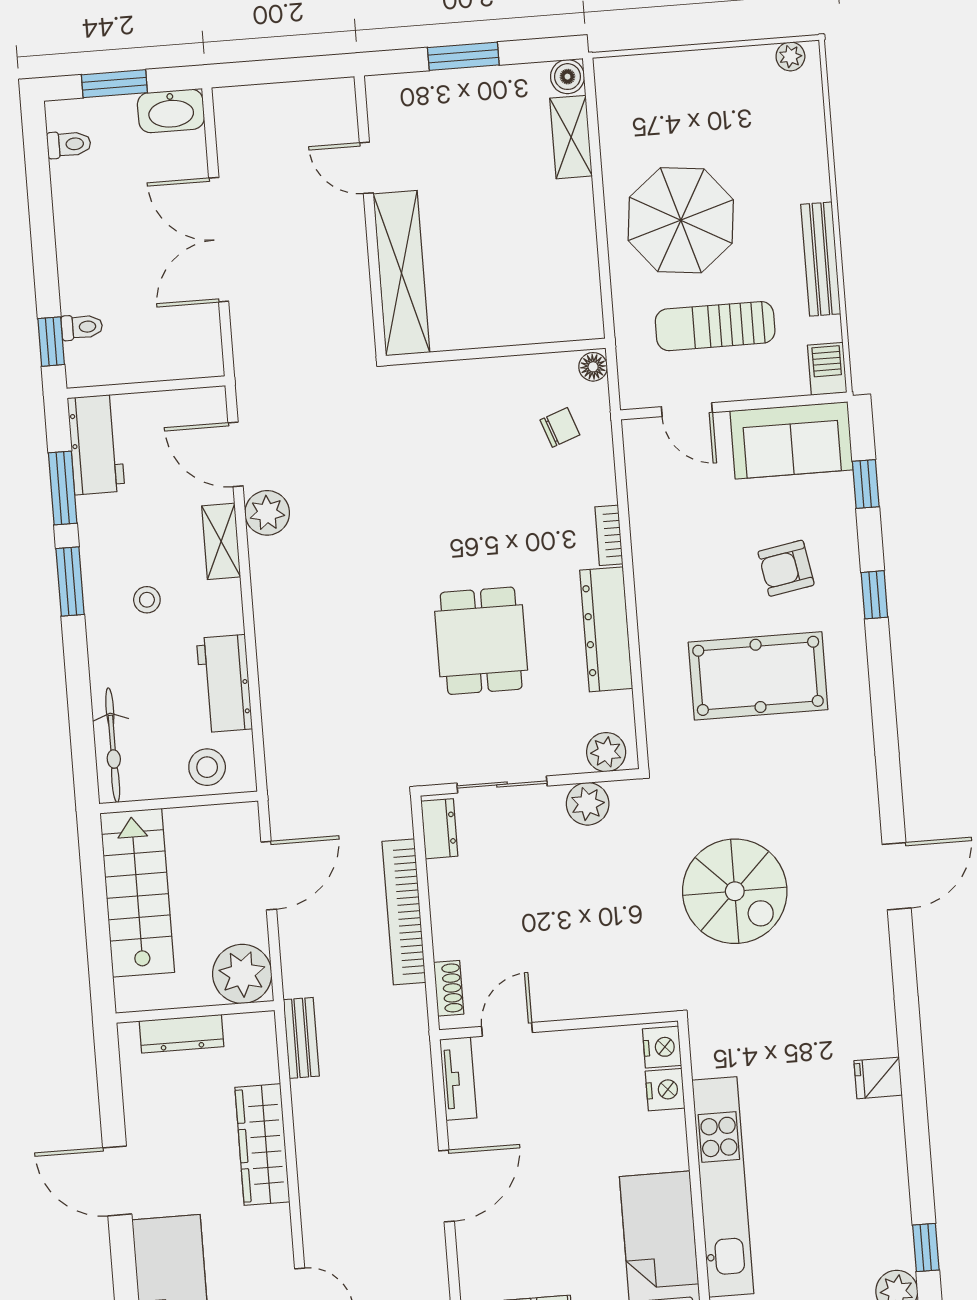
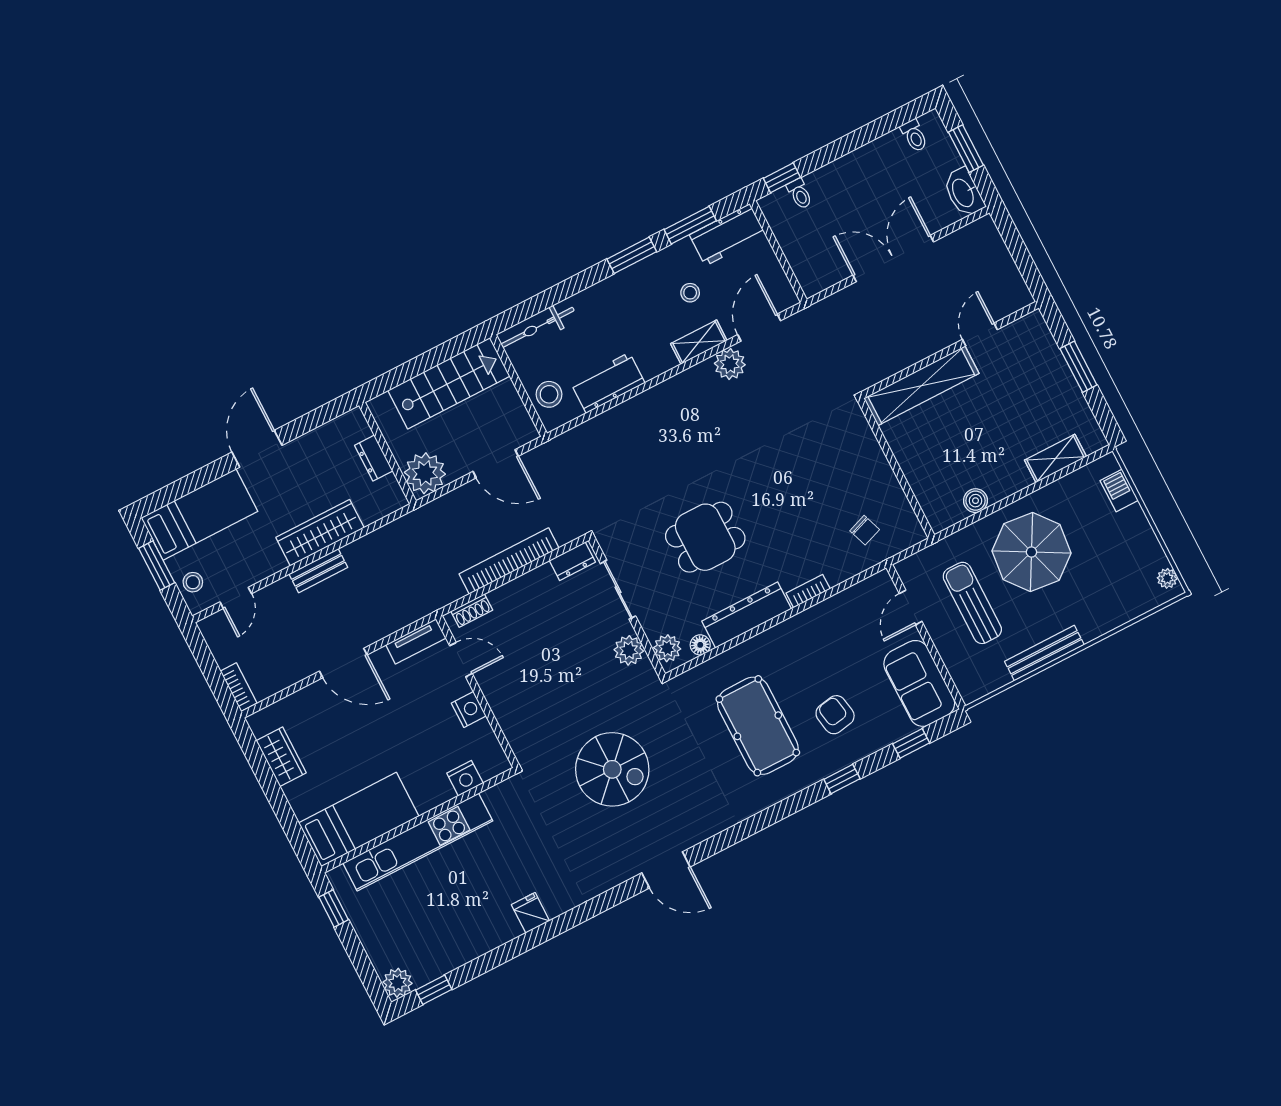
boiler: (567, 77) -> (975, 501), moved
floor lamp: (593, 367) -> (700, 645), moved
barbecue: (827, 369) -> (1119, 491), moved, turned -90
stool: (147, 600) -> (690, 293), moved
spiral stairs: (735, 891) -> (612, 769), turned -90
dresser: (181, 1034) -> (374, 458), width x0.70
bench: (301, 1038) -> (318, 571), moved
nightstand: (662, 1047) -> (469, 709), moved, turned -90

